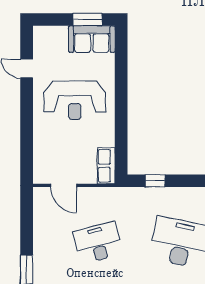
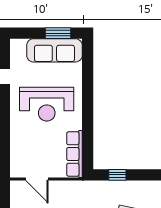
sofa: (92, 39) -> (54, 50), width x1.36
row of seats: (106, 166) -> (74, 154), width x1.48

